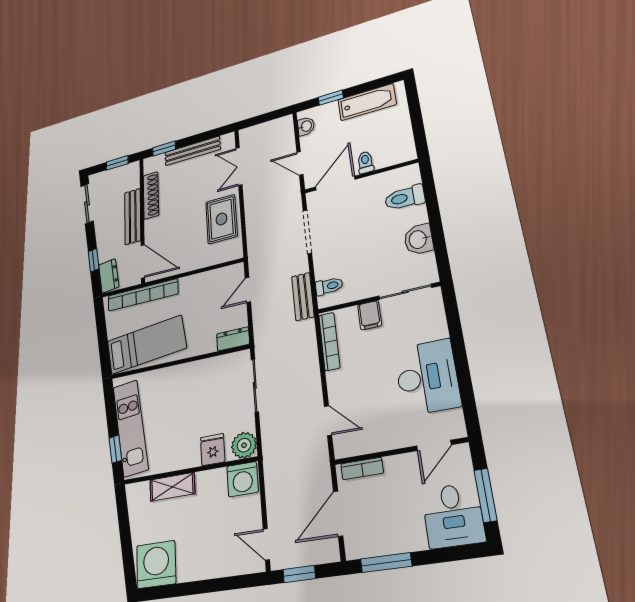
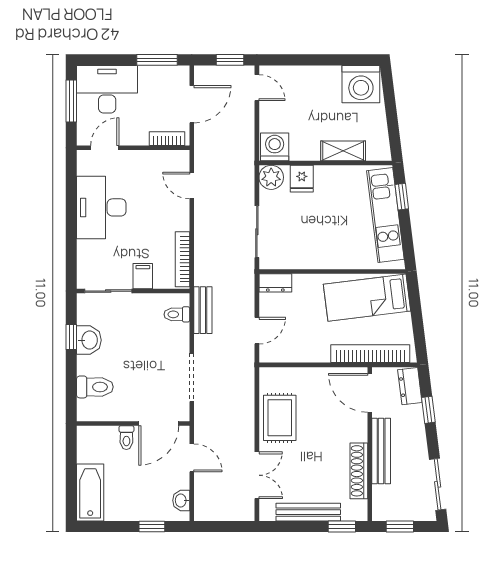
bathtub: (367, 102) -> (90, 493), moved, turned 90
window: (438, 238) -> (71, 337), added
desk: (453, 515) -> (107, 89), width x1.37

